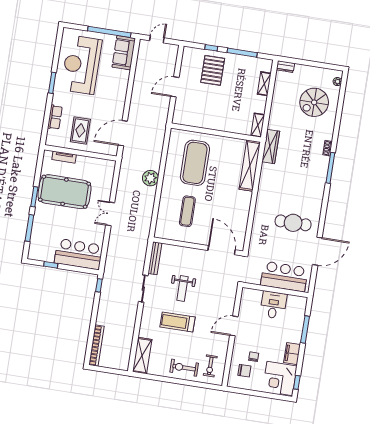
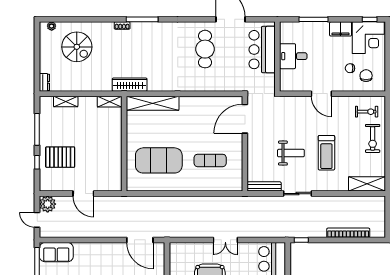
plant: (150, 178) -> (48, 204), moved
bookcase: (96, 346) -> (348, 233), moved

